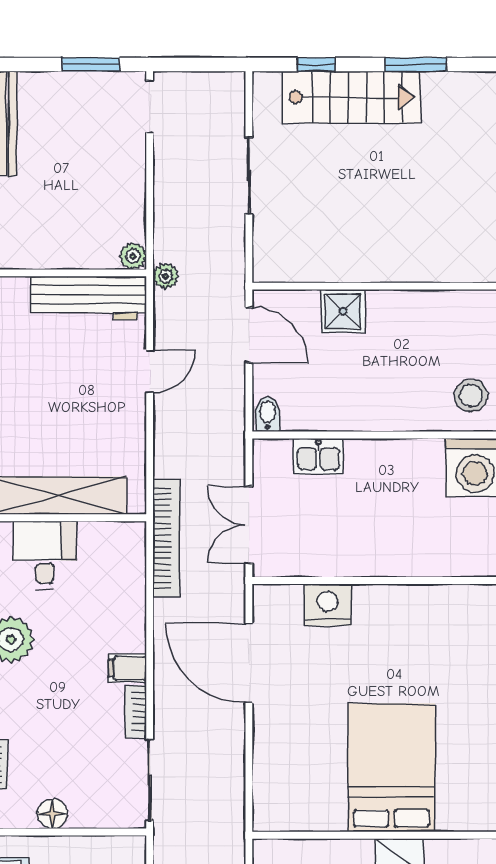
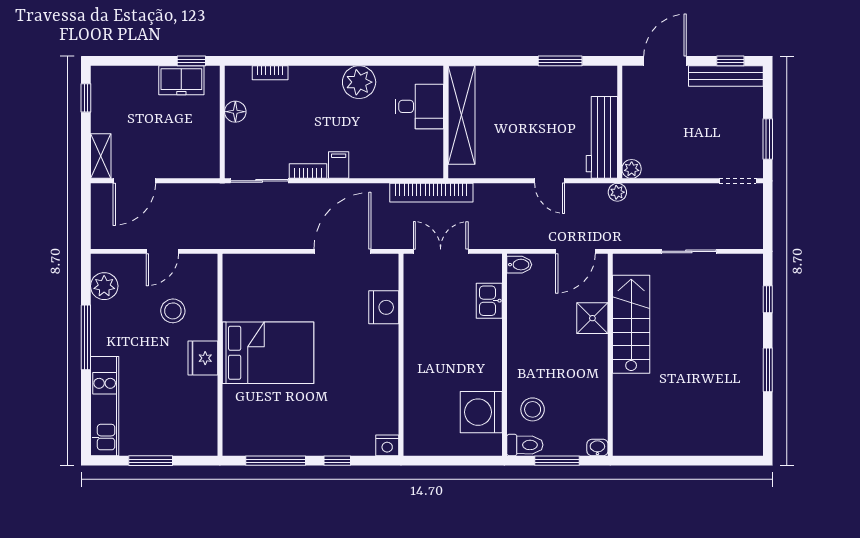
stairs: (351, 97) -> (631, 324), moved, turned 180

